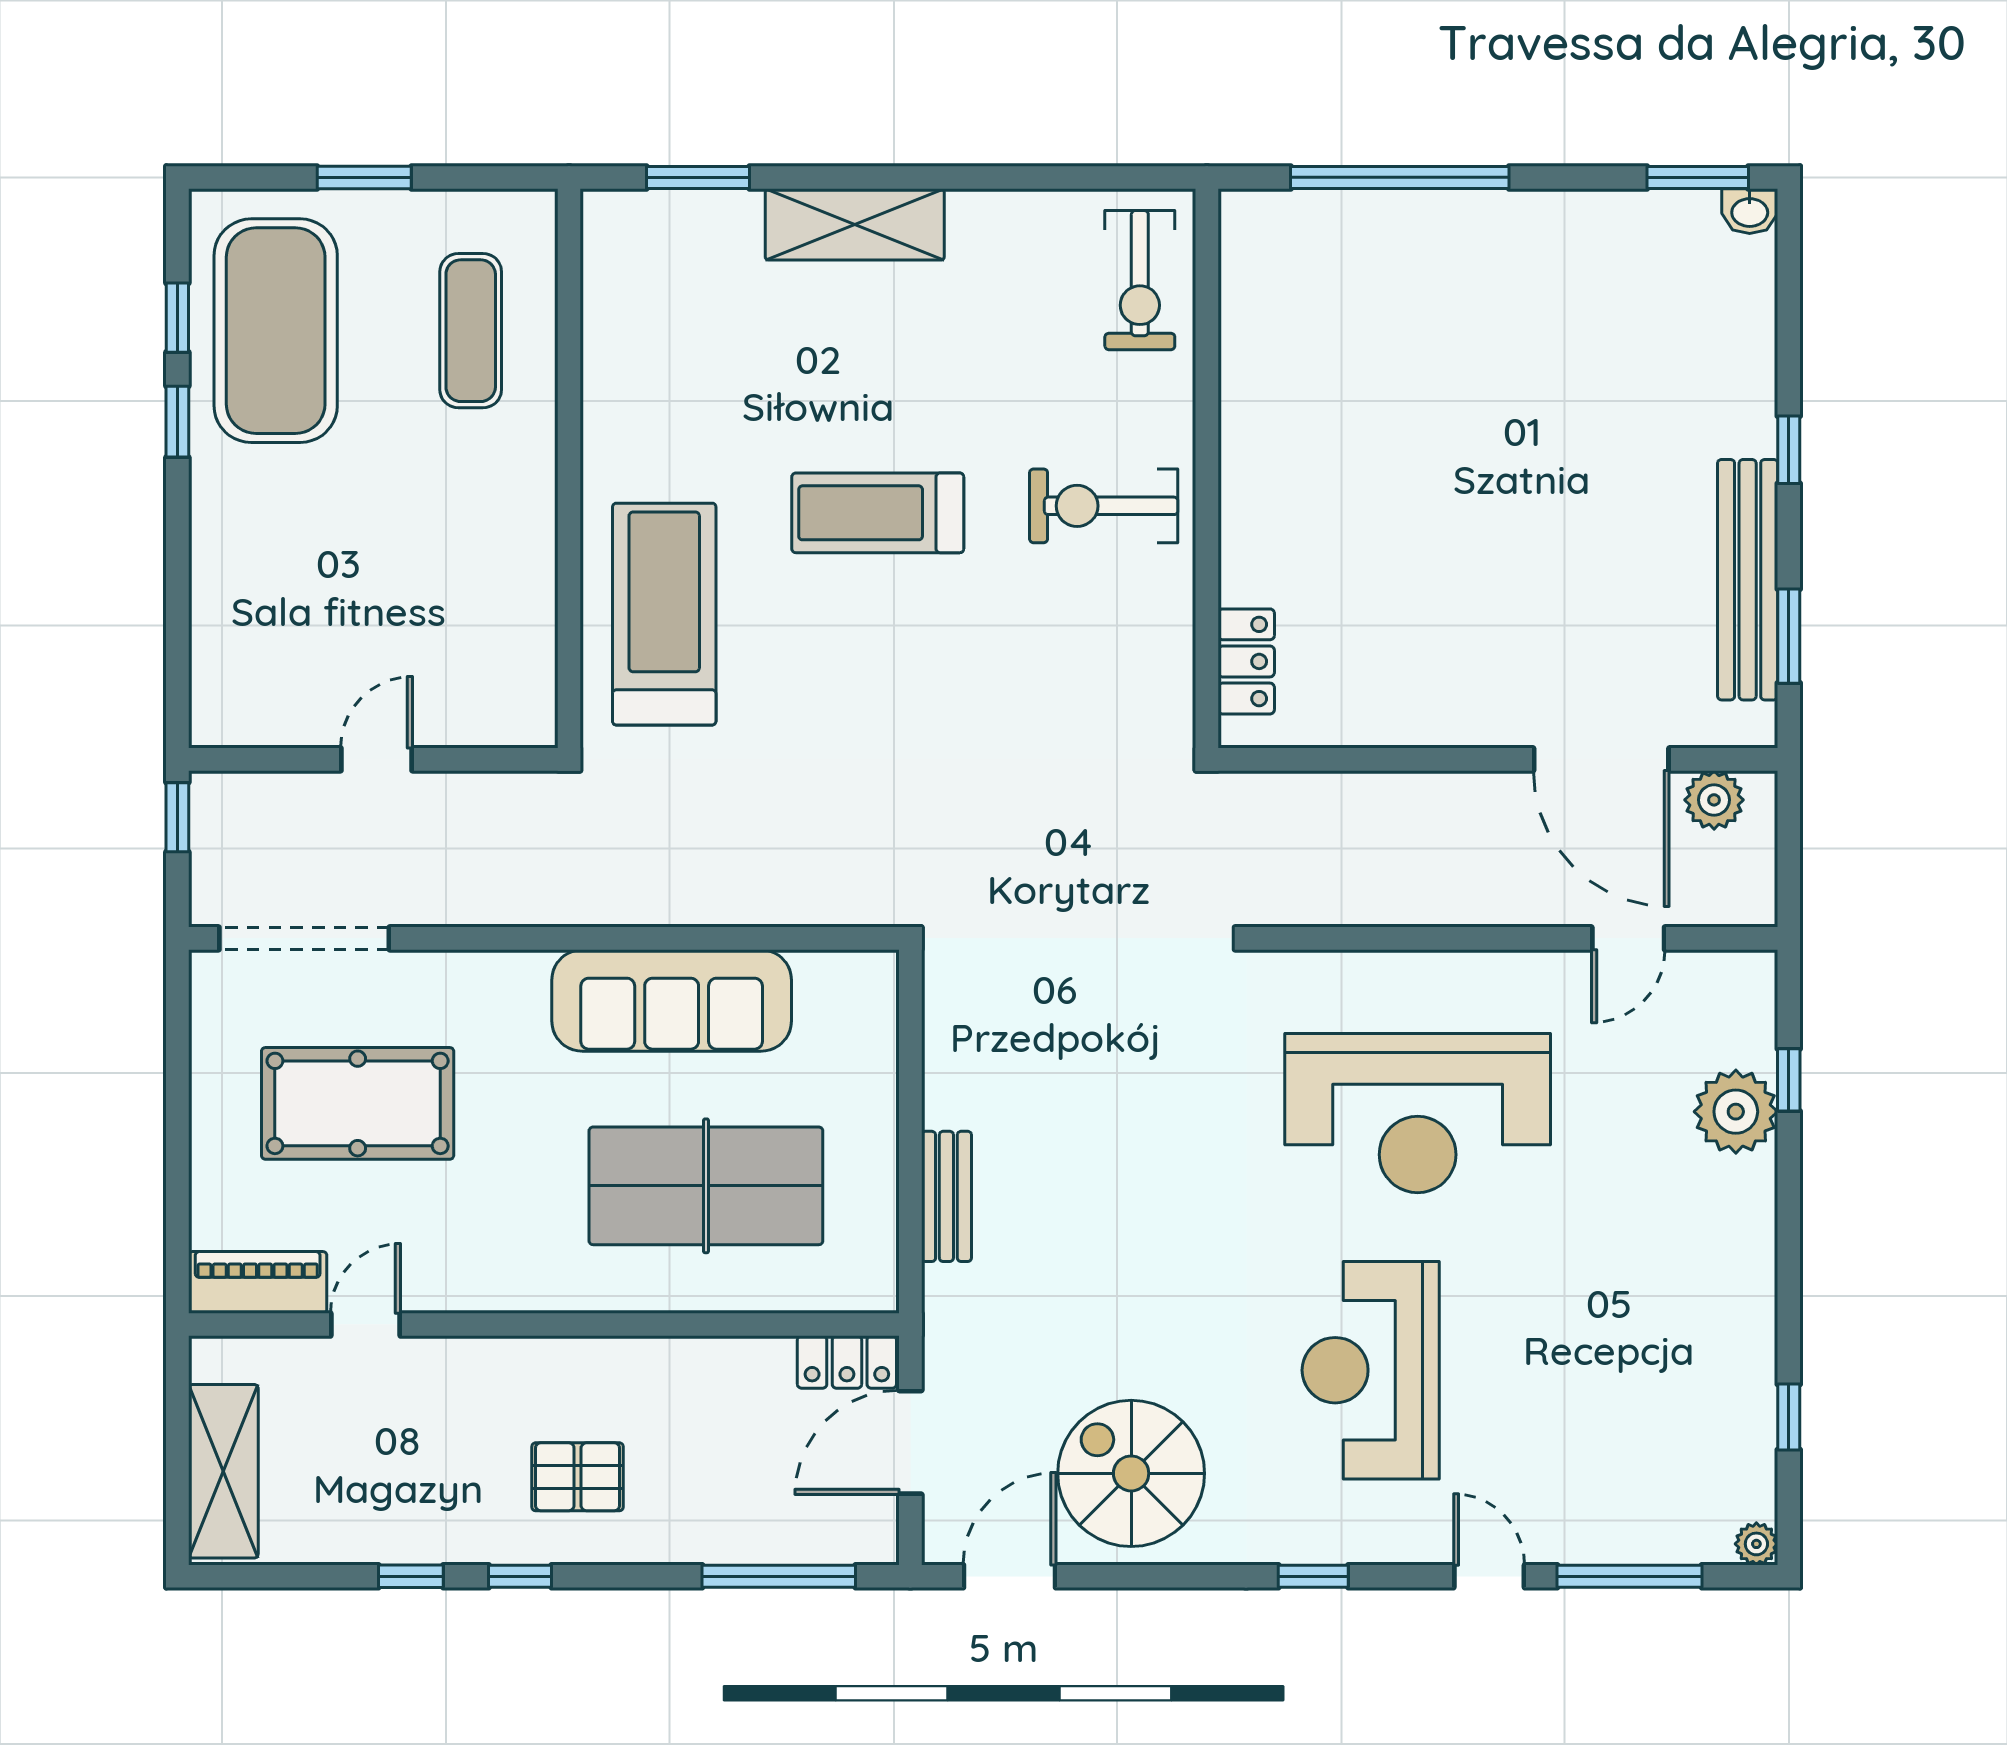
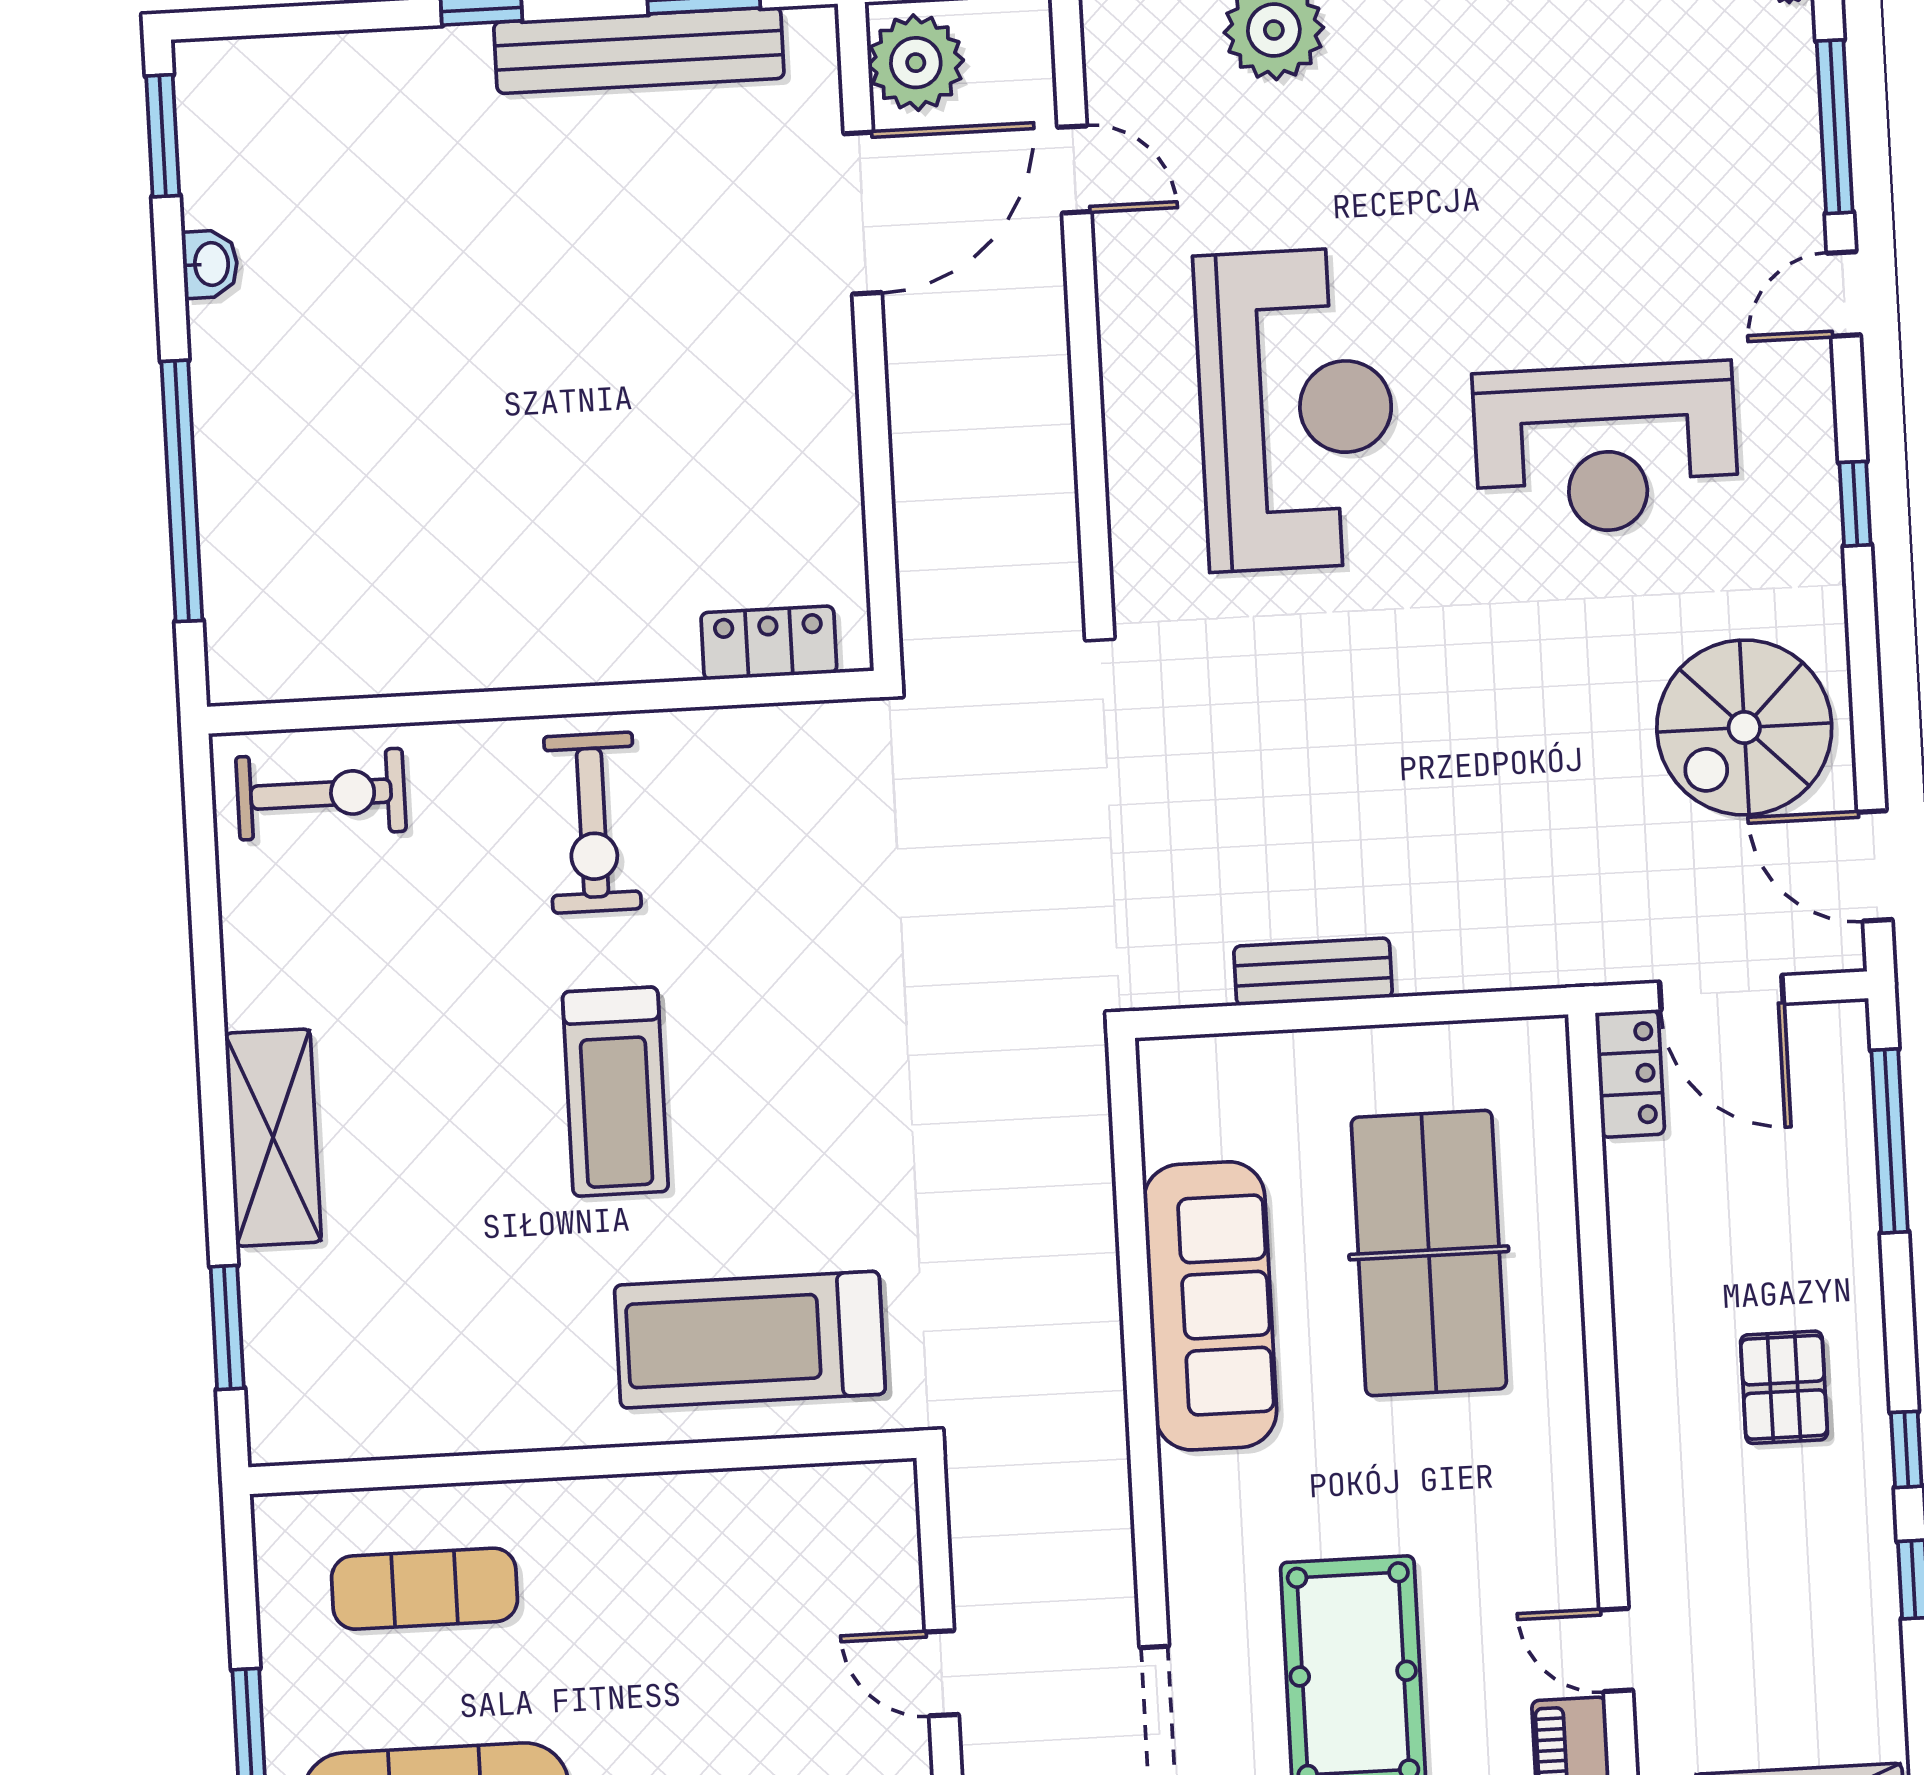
washbasin: (1750, 211) -> (210, 264), moved
plant: (1714, 800) -> (916, 63), width x1.36, depth x1.36
bench: (946, 1196) -> (1313, 972), moved

